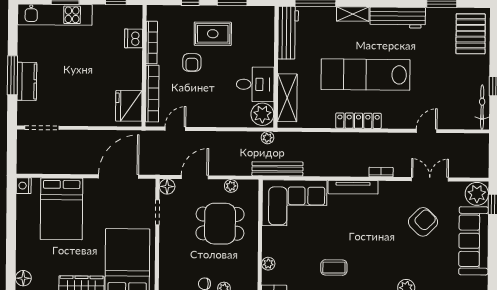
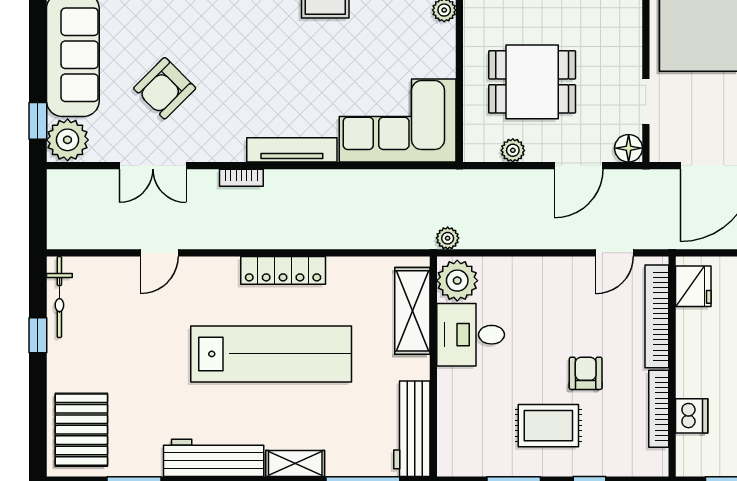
fridge: (129, 106) -> (693, 286), width x0.73, depth x0.75
bench: (277, 169) -> (429, 182), removed

